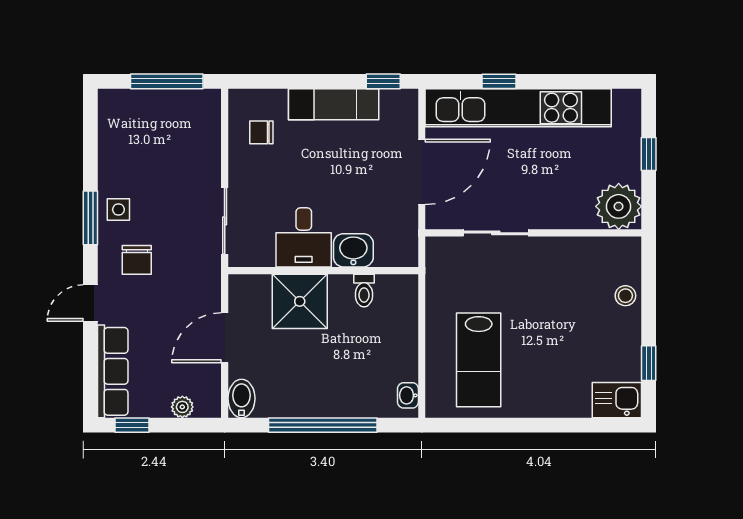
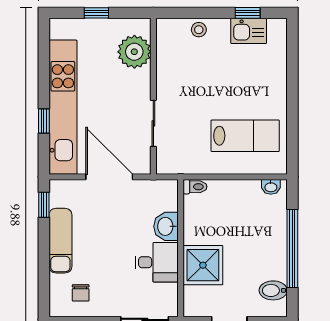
plant: (619, 206) -> (134, 52), moved
toilet: (364, 290) -> (195, 187), moved
bidet: (241, 398) -> (273, 290), moved
kitchen sink: (617, 400) -> (249, 31), moved, turned -90

